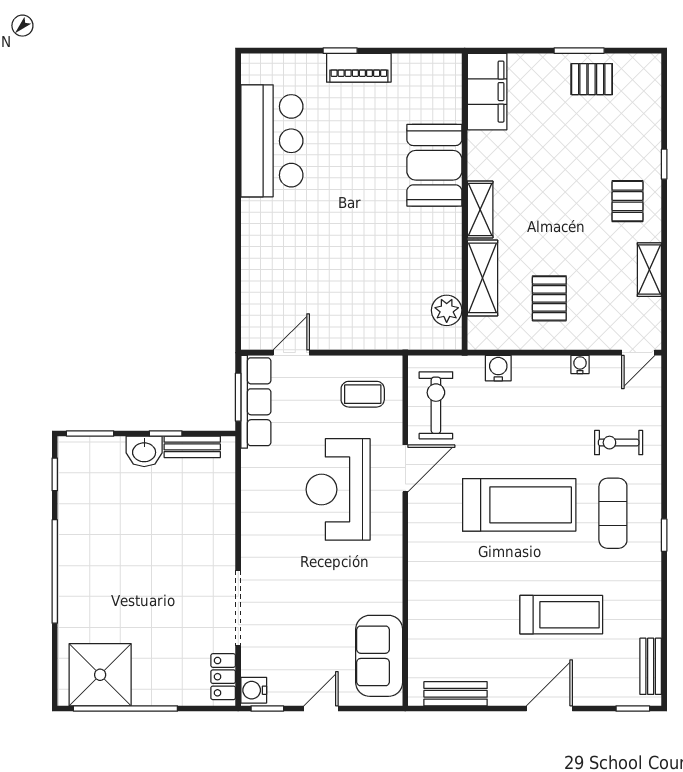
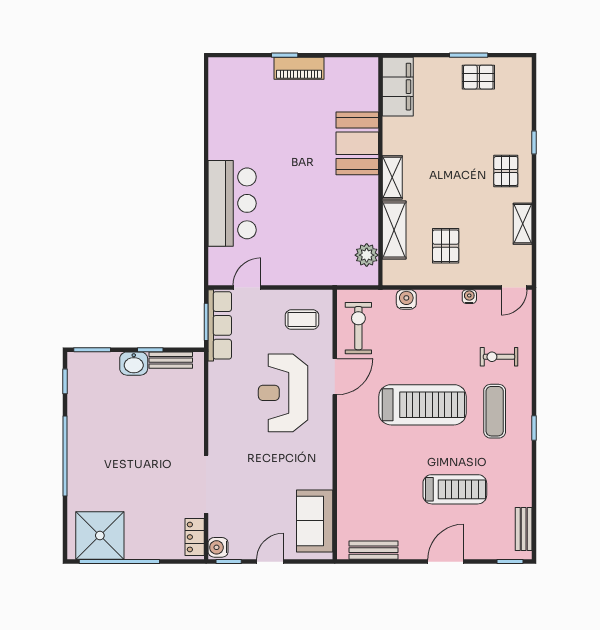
bar counter: (272, 141) -> (232, 203), moved

